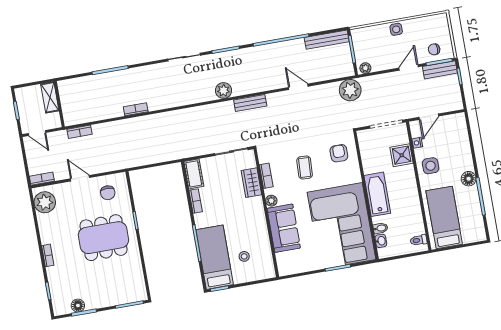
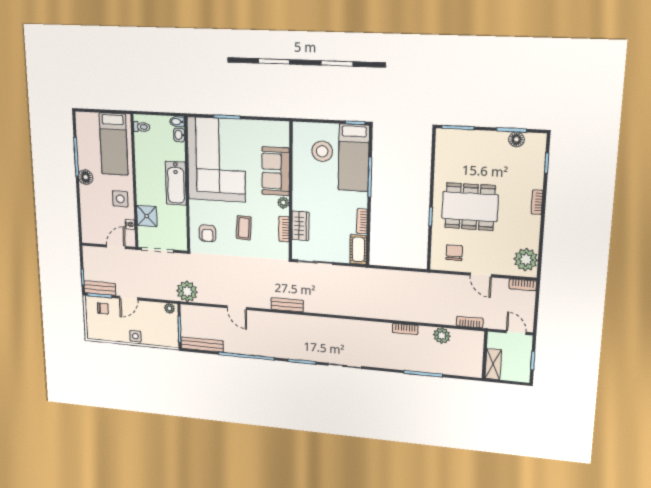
plant: (224, 90) -> (442, 336), moved
bidet: (380, 228) -> (177, 122), moved
stool: (244, 256) -> (322, 151), width x1.89, depth x1.89

